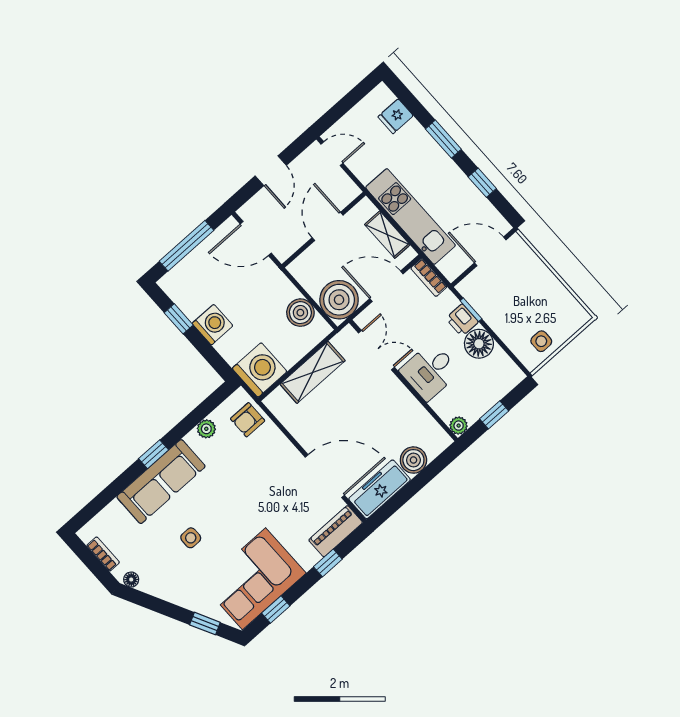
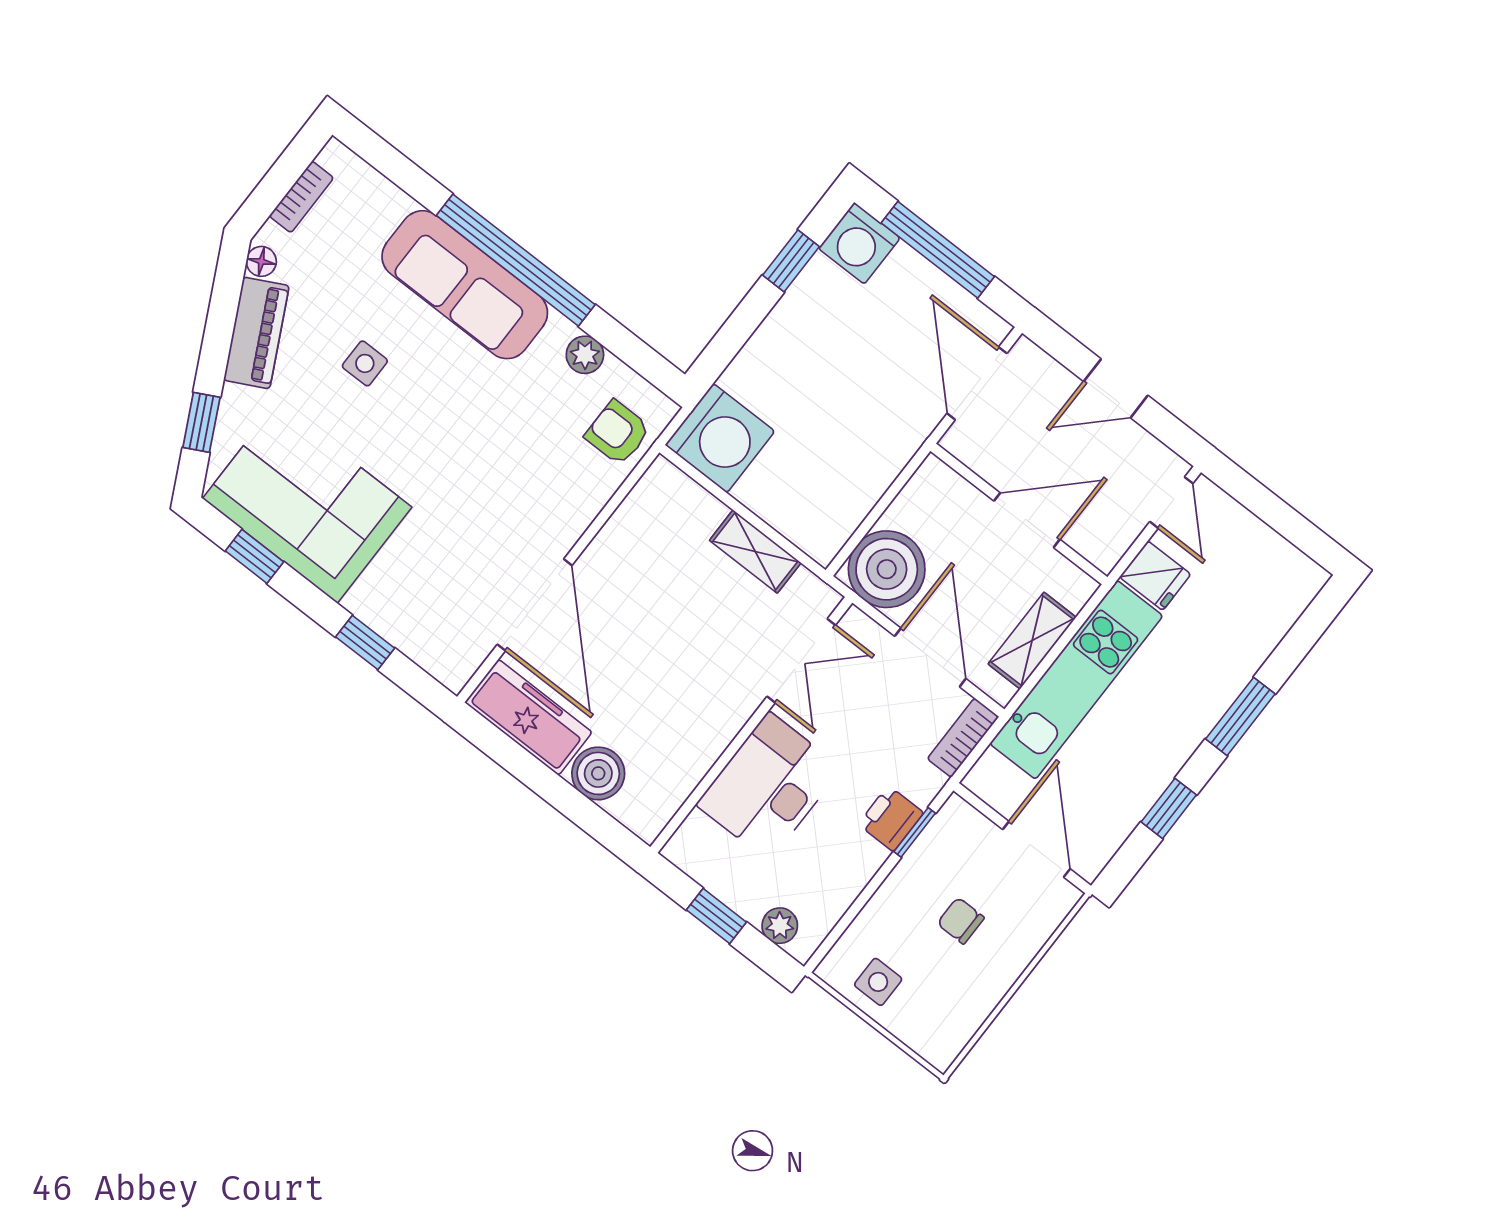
fridge: (396, 116) -> (1155, 576), moved, turned 180
chair: (519, 295) -> (961, 921), added
boiler: (300, 313) -> (847, 498), removed
washing machine: (213, 325) -> (859, 243), moved, turned 90
floor lamp: (479, 344) -> (851, 860), removed
desk: (430, 371) -> (769, 786), width x1.37
shelving: (313, 372) -> (755, 552), width x0.67, depth x0.75
plant: (459, 426) -> (780, 926), moved
window: (153, 454) -> (516, 260), width x3.17
piano: (336, 531) -> (256, 333), moved, turned 63

